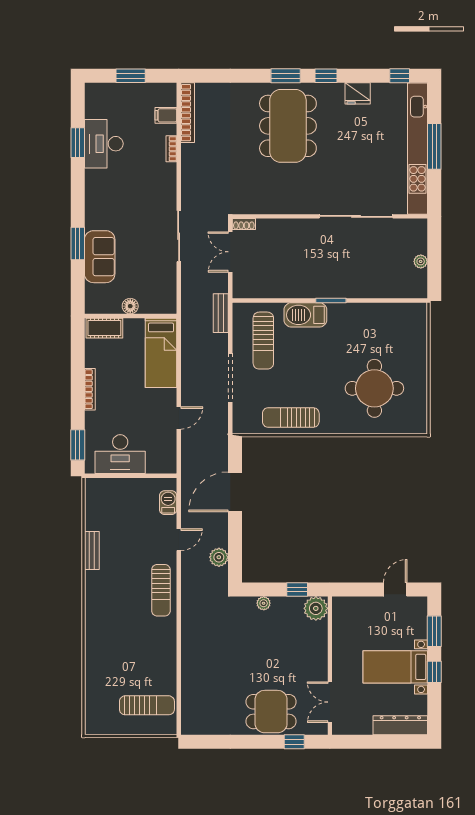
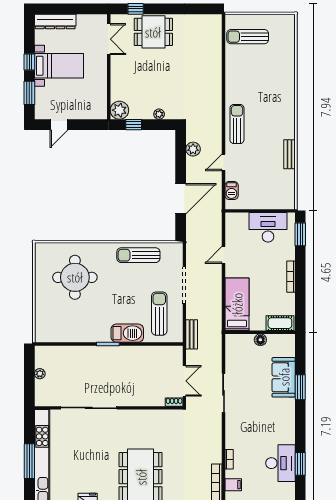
sun lounger: (291, 418) -> (138, 255), turned 180

